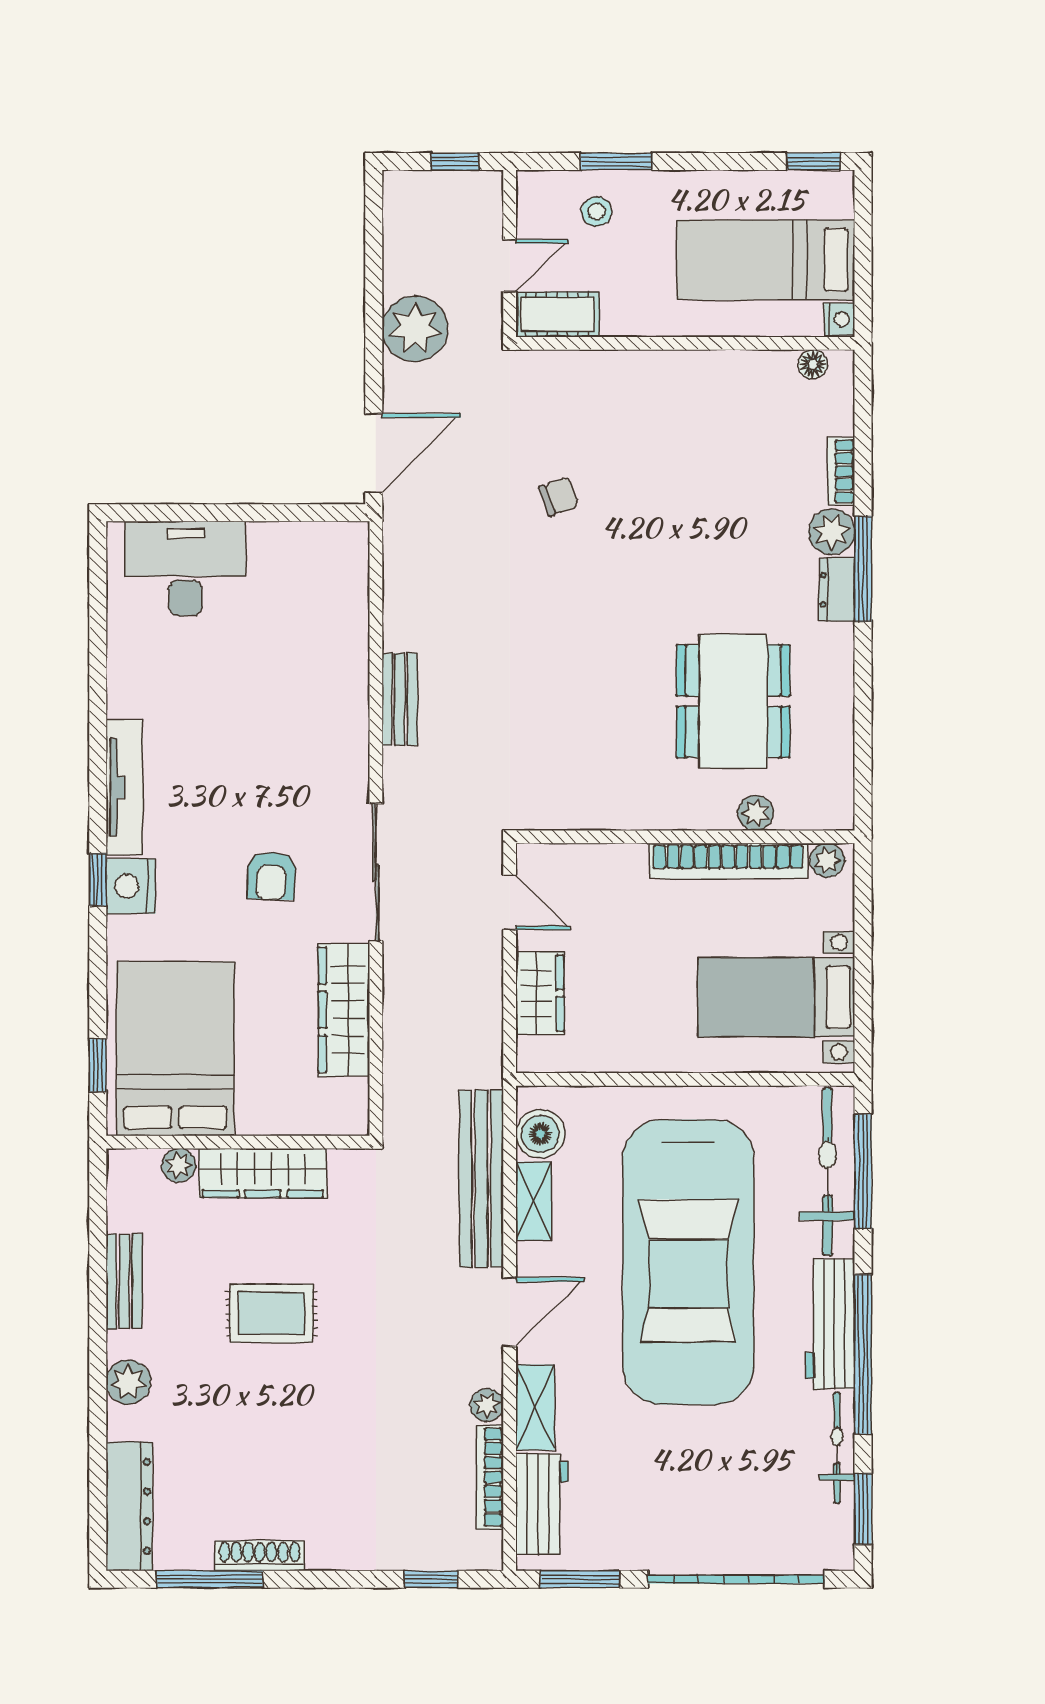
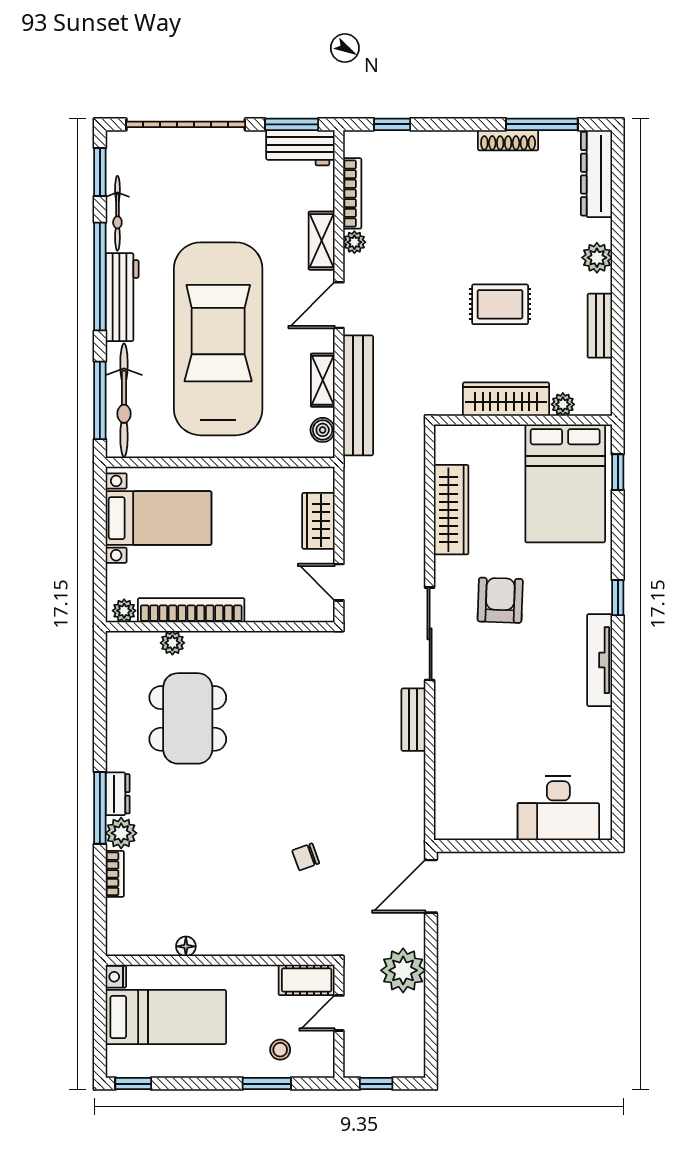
floor lamp: (813, 364) -> (186, 946), moved
sliding door: (376, 872) -> (430, 634), moved
armchair: (271, 876) -> (500, 600), width x1.38, depth x1.38
nightstand: (131, 886) -> (595, 593), removed
boiler: (540, 1134) -> (323, 430), width x0.73, depth x0.73
workbench: (542, 1504) -> (300, 148), moved, turned -90

